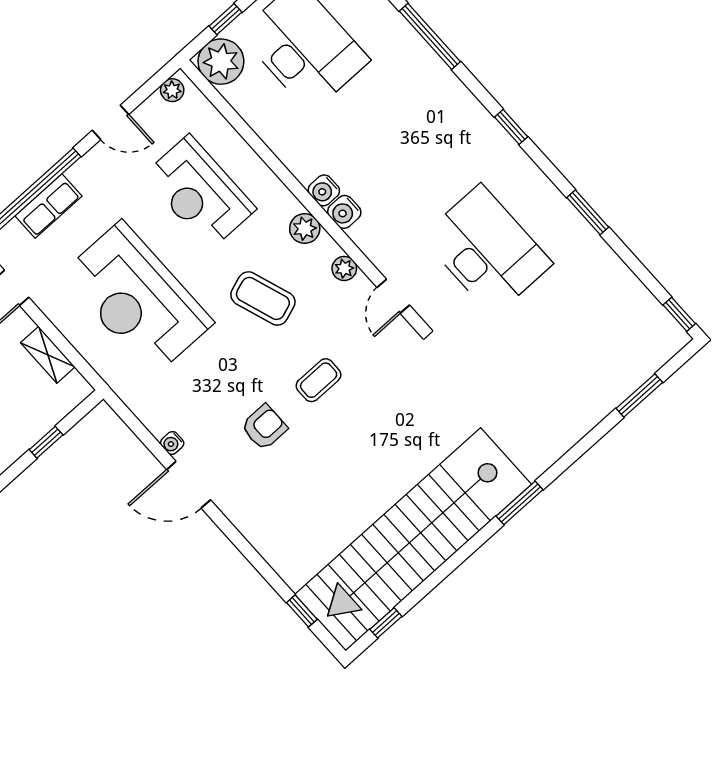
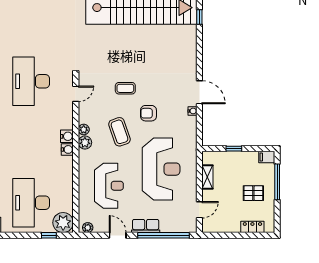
row of seats: (48, 206) -> (146, 226), moved
plant: (344, 268) -> (84, 129), moved
armchair: (264, 427) -> (148, 113), moved

